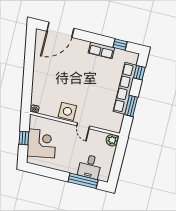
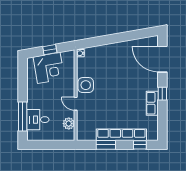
window: (120, 44) -> (162, 94), moved
door: (83, 126) -> (76, 104), hinge flipped
plant: (112, 140) -> (69, 124), moved

